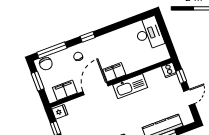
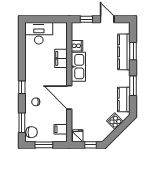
window: (52, 50) -> (22, 123), width x0.69
cooker: (169, 70) -> (77, 46), moved
filing cabinet: (114, 72) -> (61, 58), moved
filing cabinet: (65, 90) -> (61, 129), width x0.50

